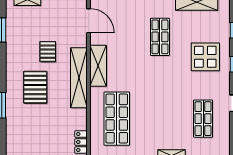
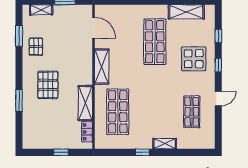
shop shelf: (160, 37) -> (155, 42), width x1.43, depth x1.36
pallet: (48, 52) -> (36, 47), moved
shelving: (79, 78) -> (85, 103), moved, width x0.68

